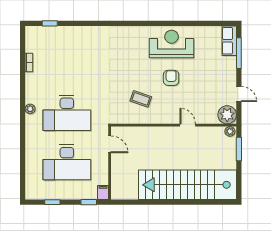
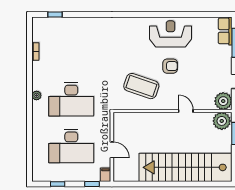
armchair: (171, 78) -> (170, 66), turned 90
coffee table: (141, 99) -> (141, 86), width x1.86, depth x1.72
plant: (230, 131) -> (222, 121), width x1.87, depth x1.87
door: (110, 144) -> (112, 150), moved

